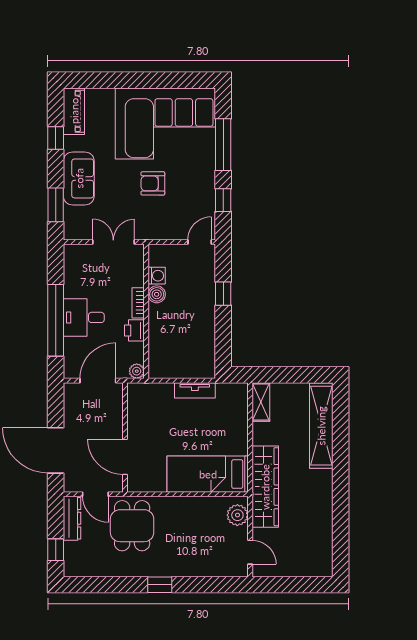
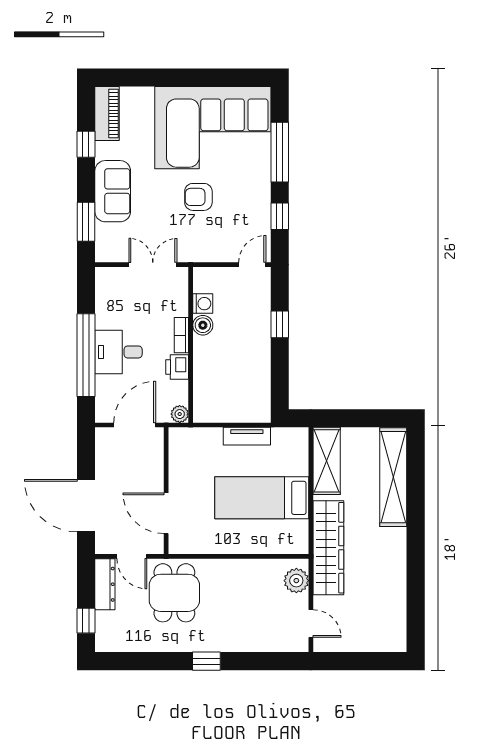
shelving: (261, 402) -> (327, 461), width x1.50, depth x1.33
bed: (208, 474) -> (262, 498), moved

